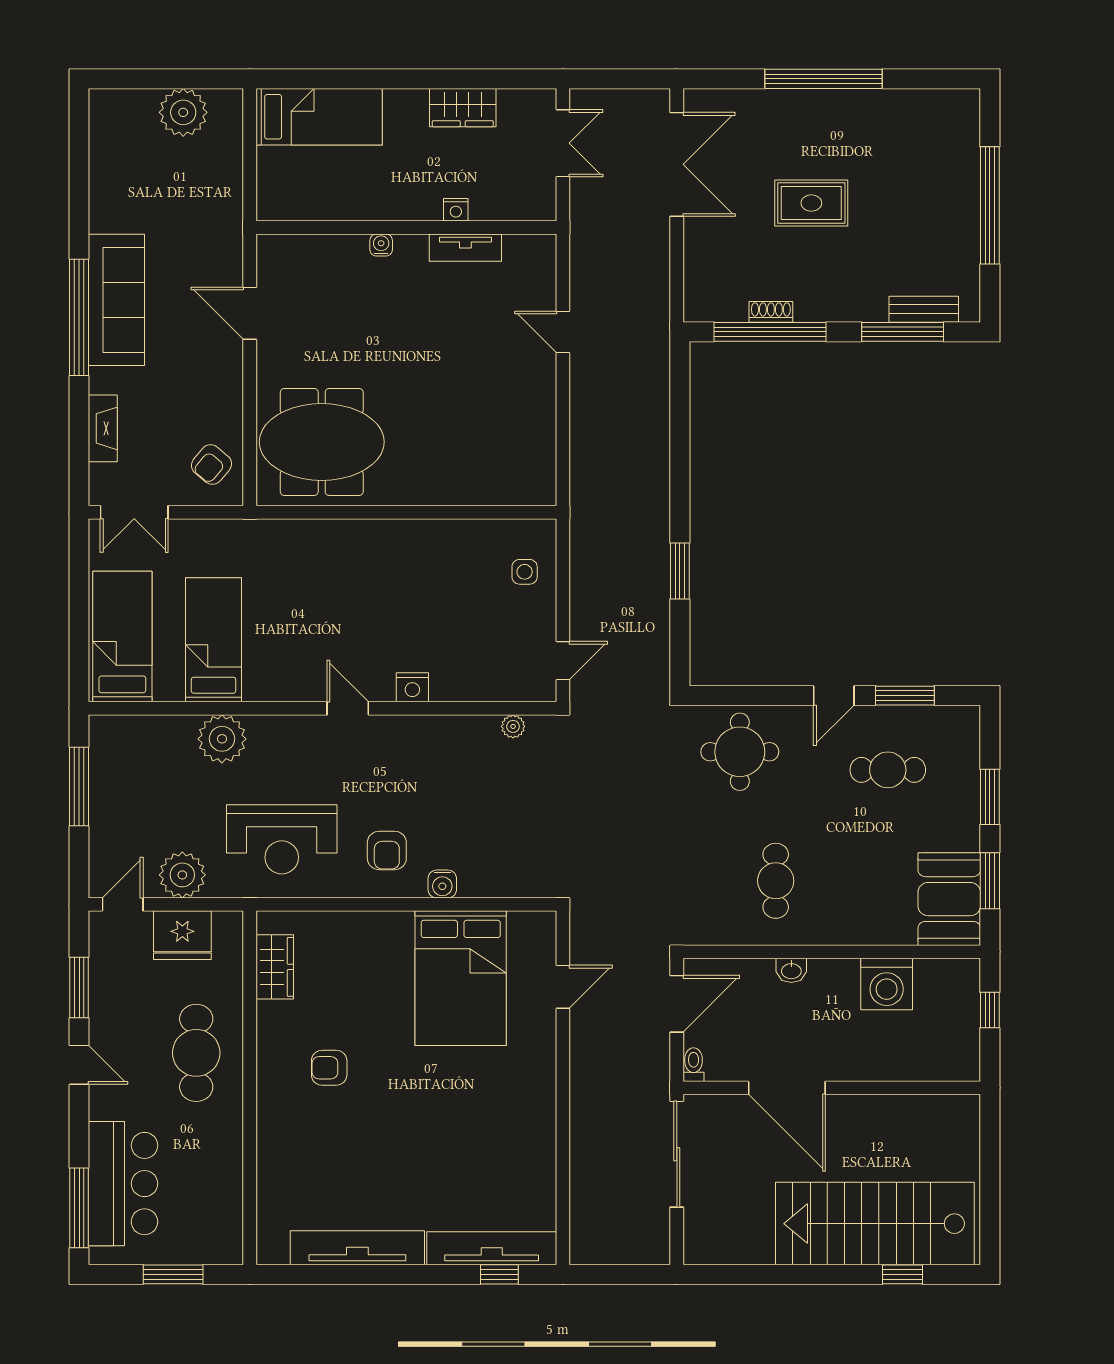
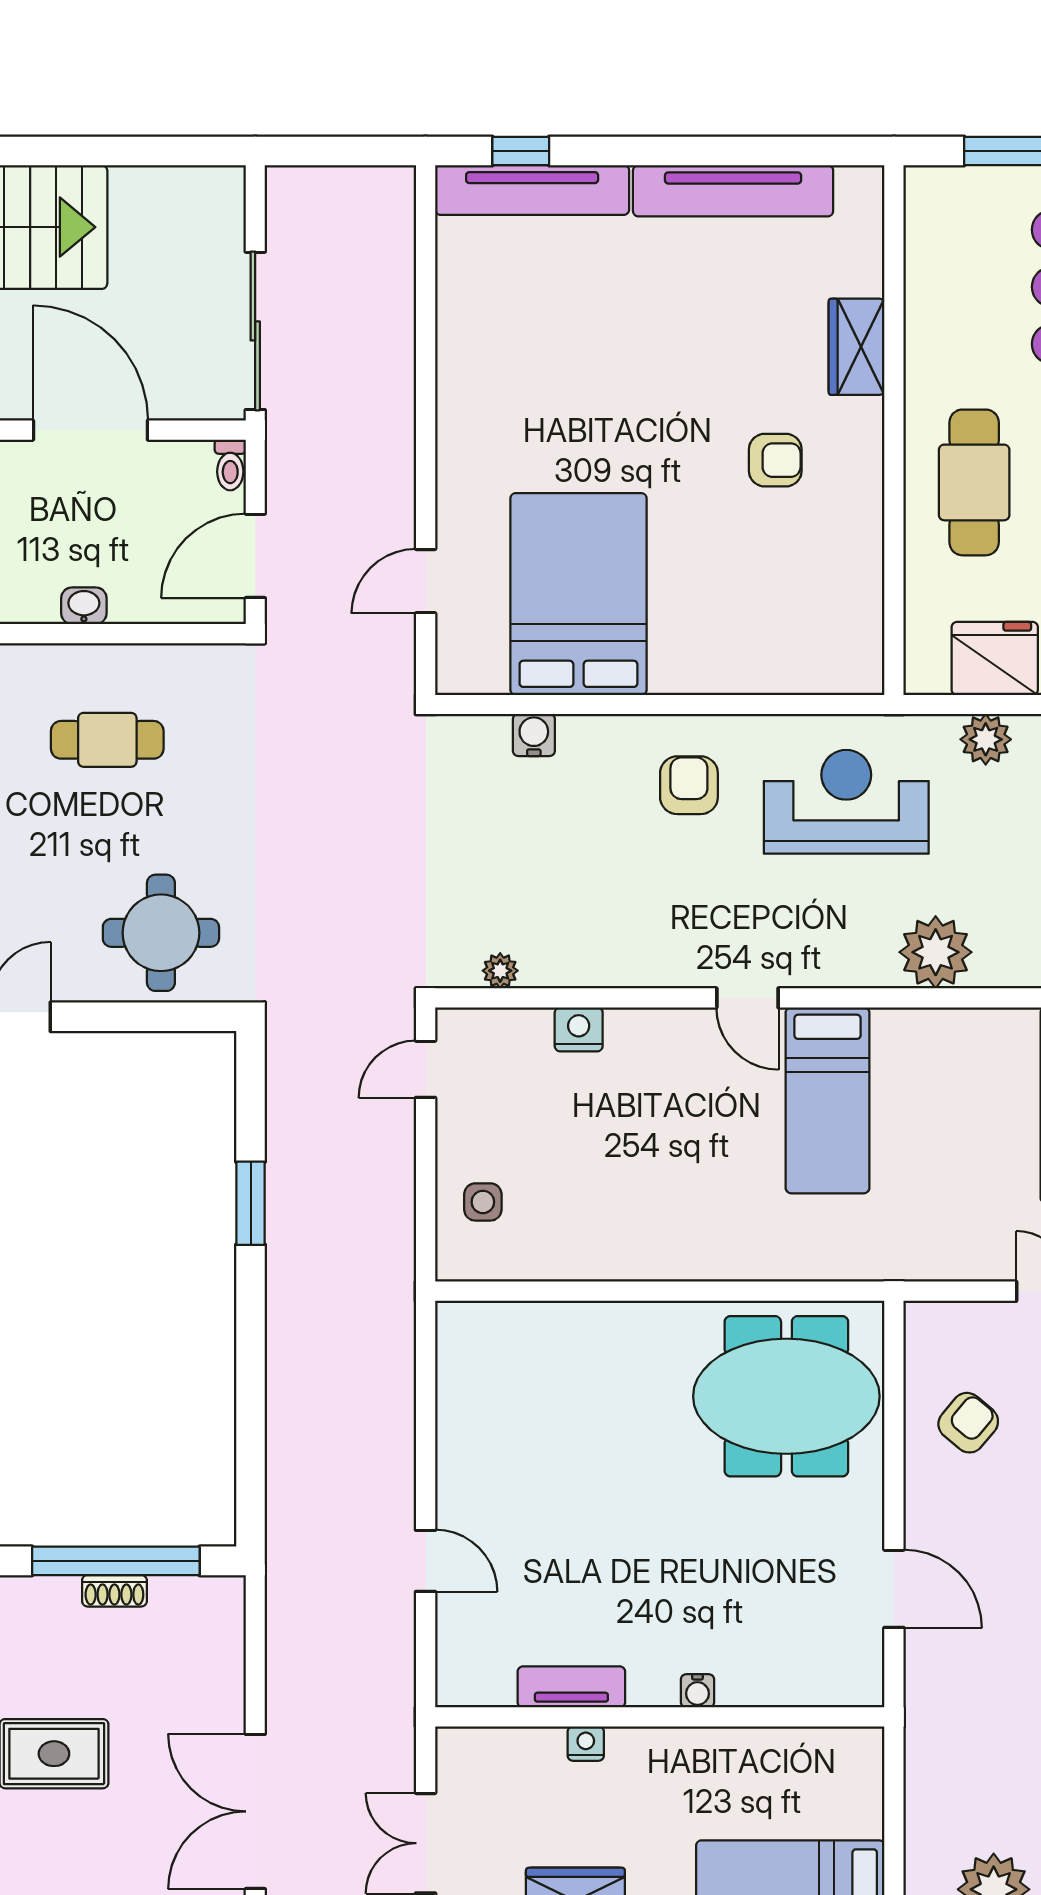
armchair: (212, 465) -> (968, 1423), moved
bed: (214, 640) -> (828, 1100), moved
nightstand: (412, 687) -> (579, 1029), moved
plant: (182, 875) -> (986, 739), width x0.73, depth x0.73
cafe table: (776, 881) -> (107, 740), turned 90
water cooler: (442, 884) -> (534, 735), moved
wardrobe: (275, 967) -> (857, 347), moved

